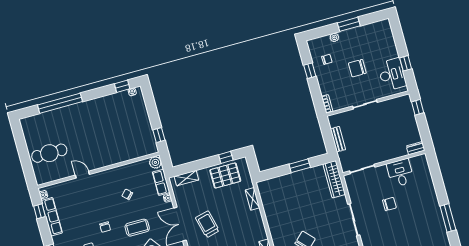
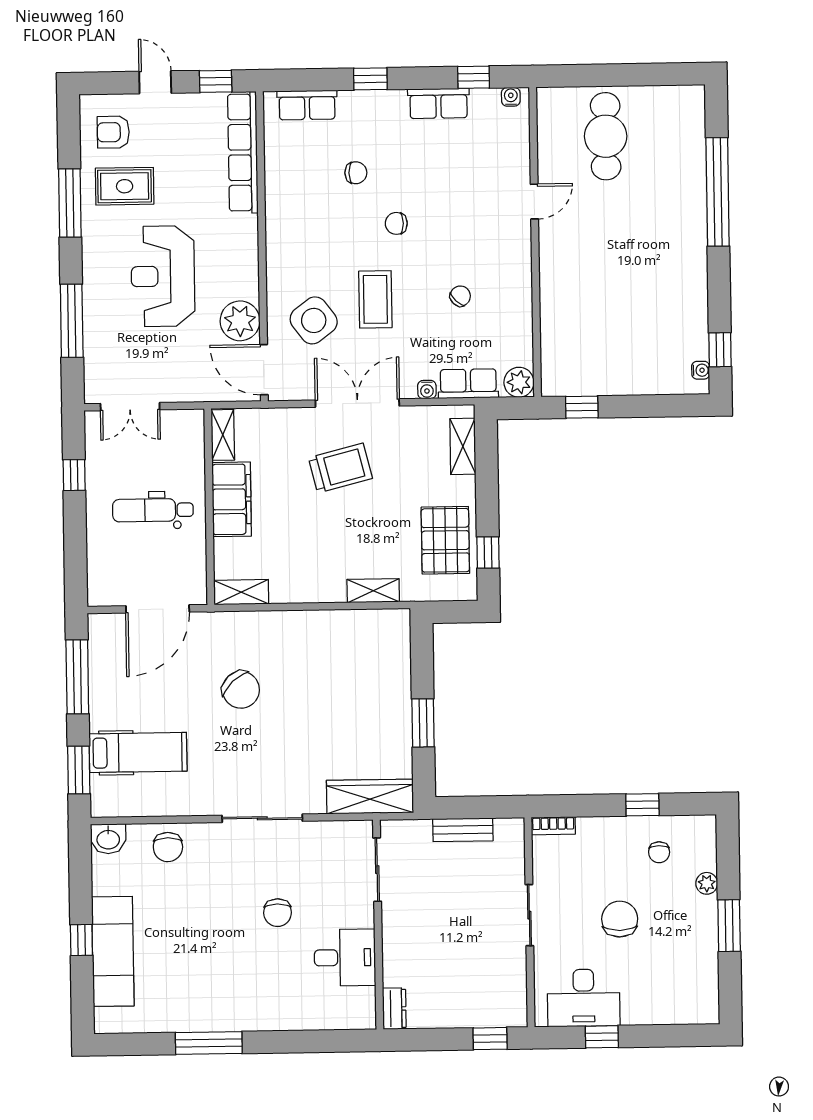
row of seats: (52, 217) -> (438, 103), width x0.68

